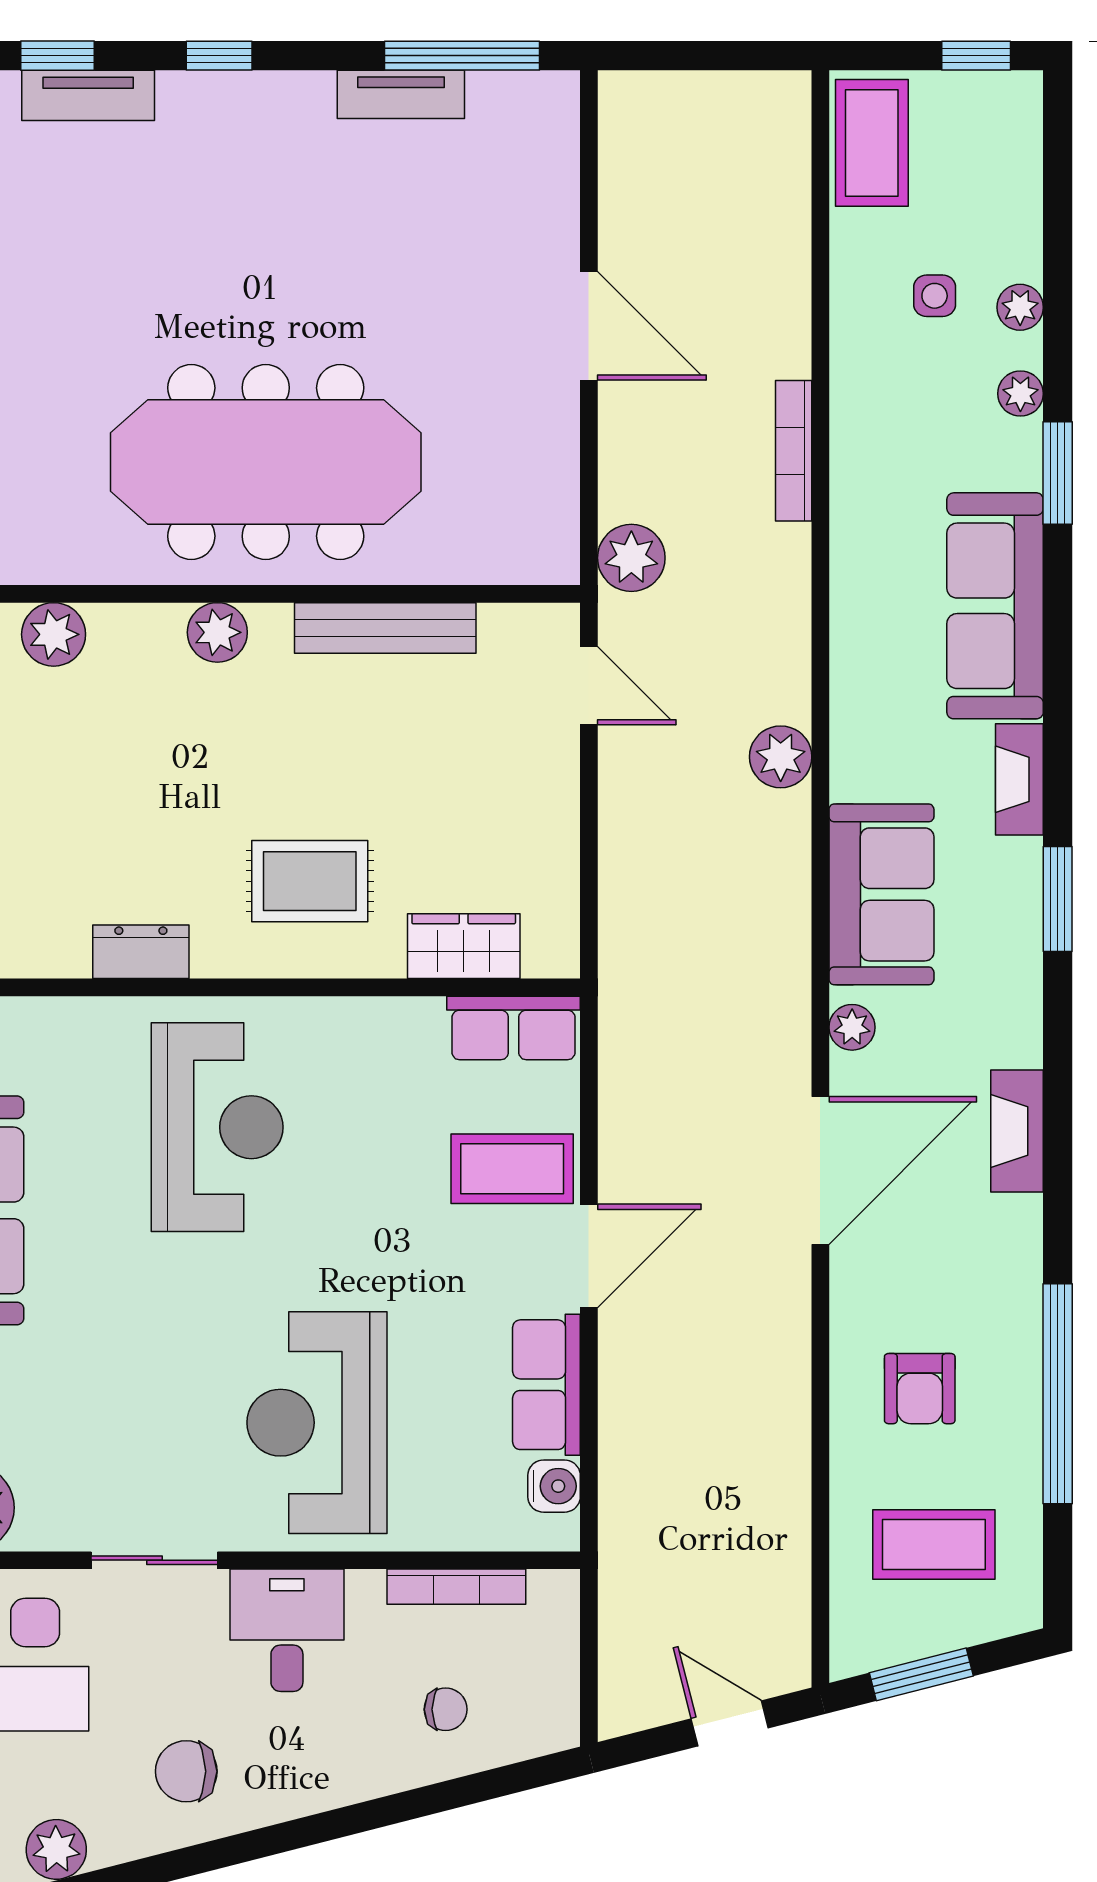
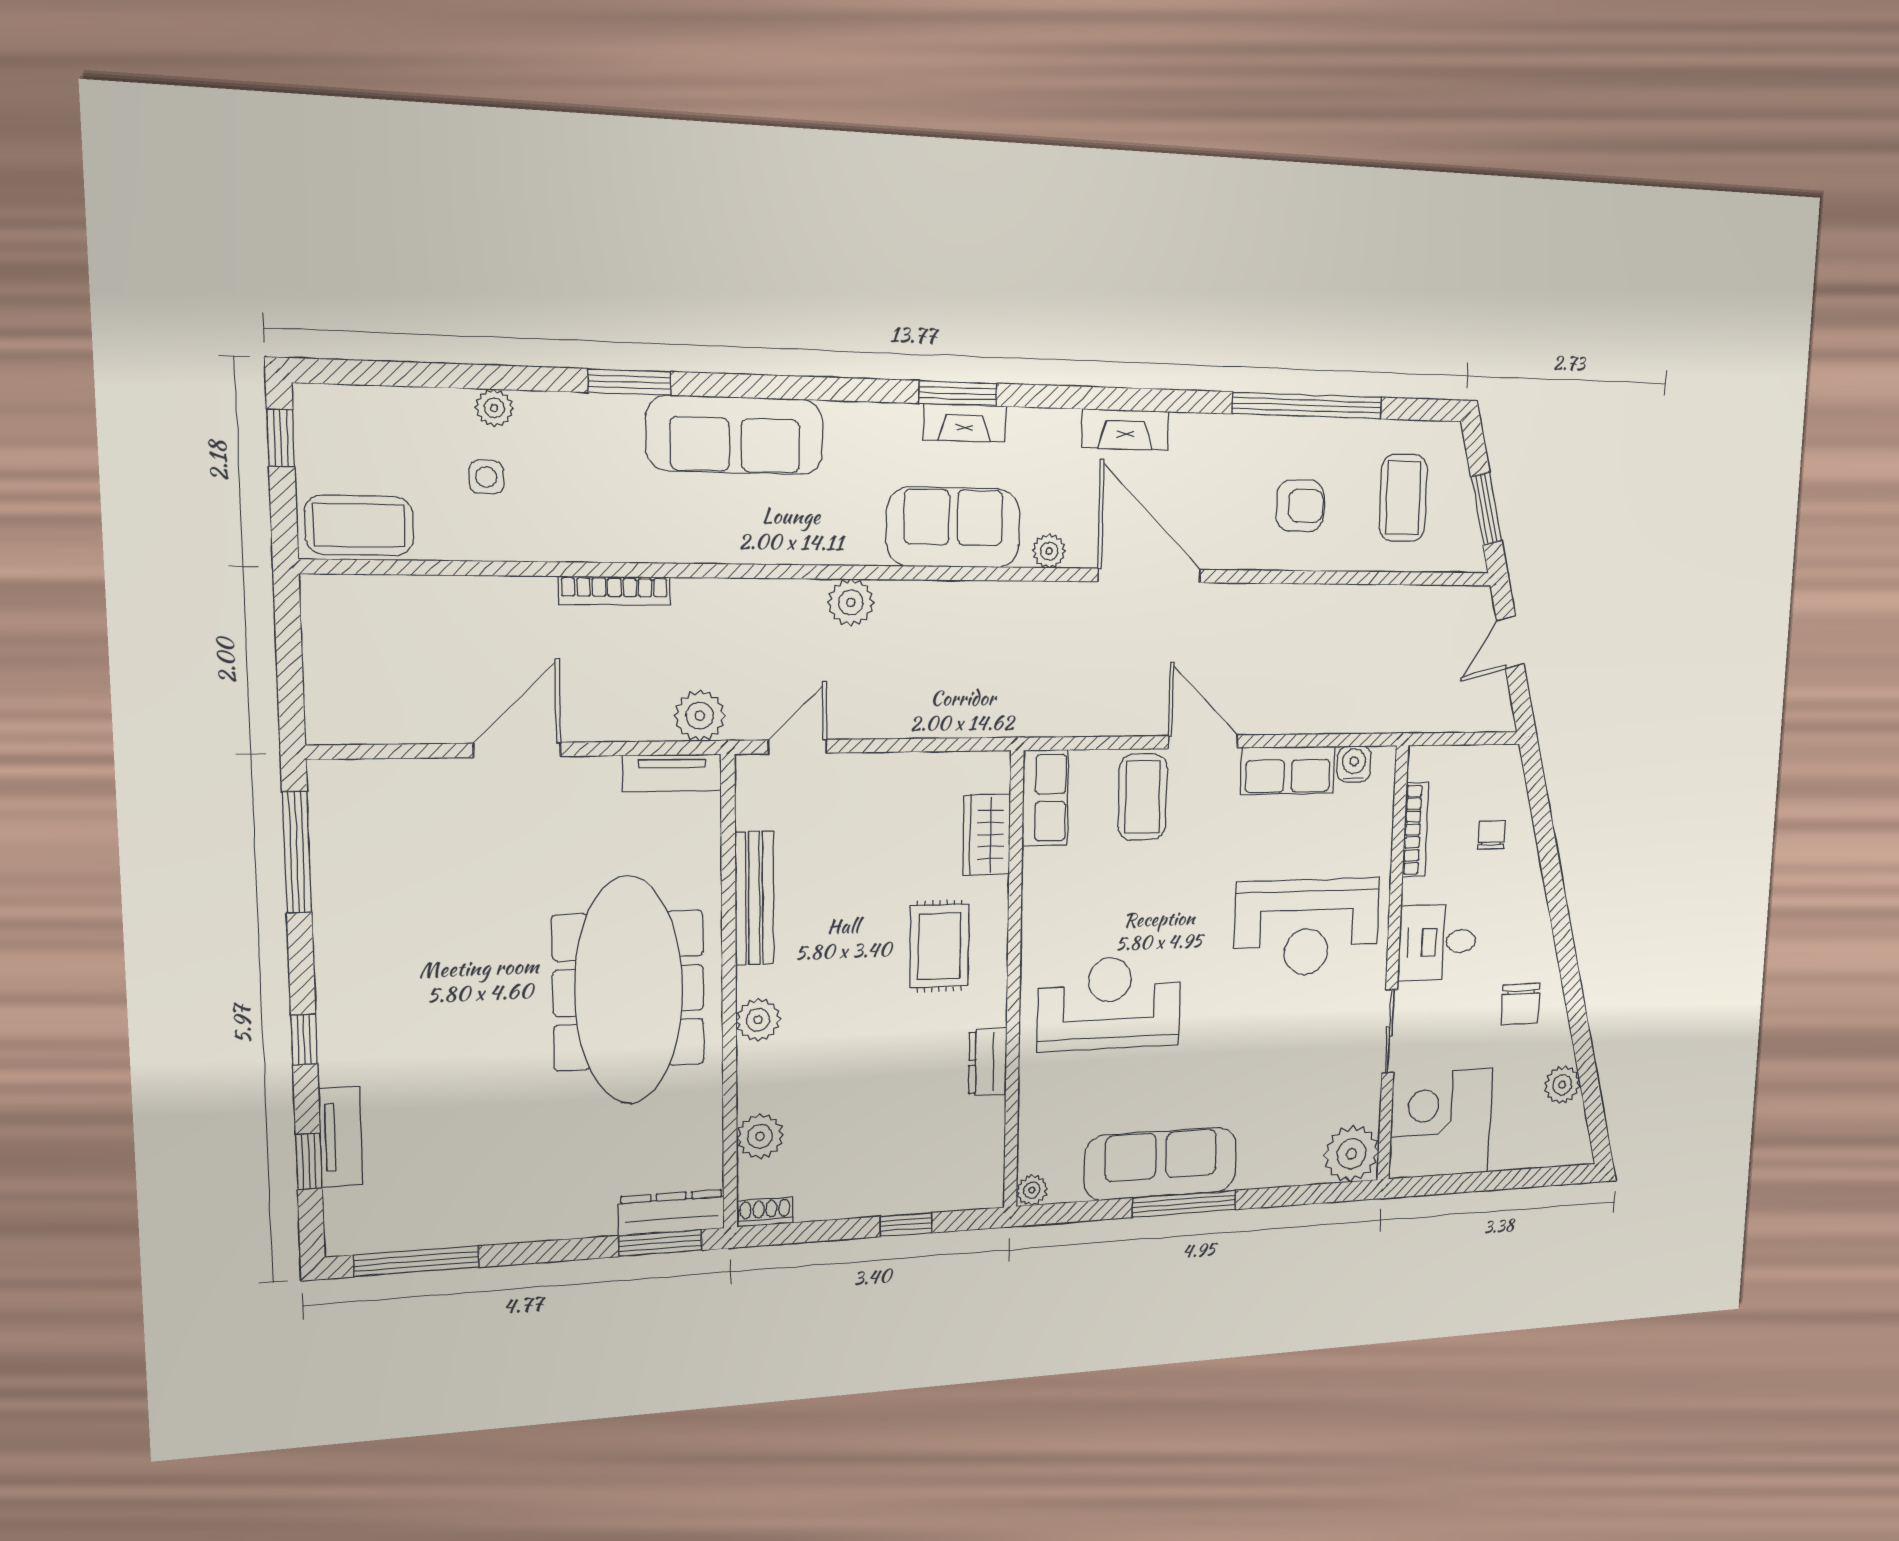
tv unit: (401, 94) -> (672, 773), moved, turned 90
plant: (1020, 394) -> (565, 410), removed
fireplace: (1019, 779) -> (965, 423), moved

